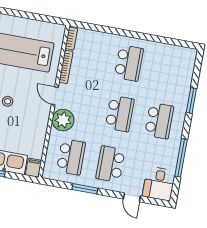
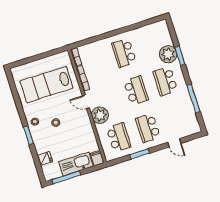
school desk: (129, 63) -> (124, 53), turned 180
plant: (179, 92) -> (168, 54), added
school desk: (159, 121) -> (165, 81), turned 180
desk: (159, 184) -> (188, 124), removed

